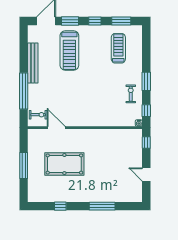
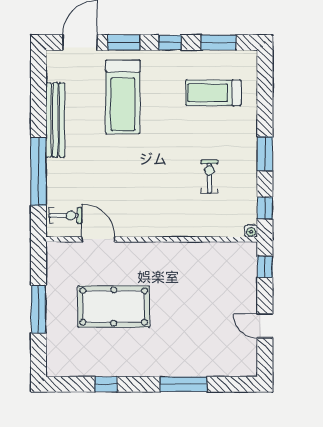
treadmill: (118, 48) -> (213, 93), turned -90
exercise bike: (131, 94) -> (209, 177), moved

